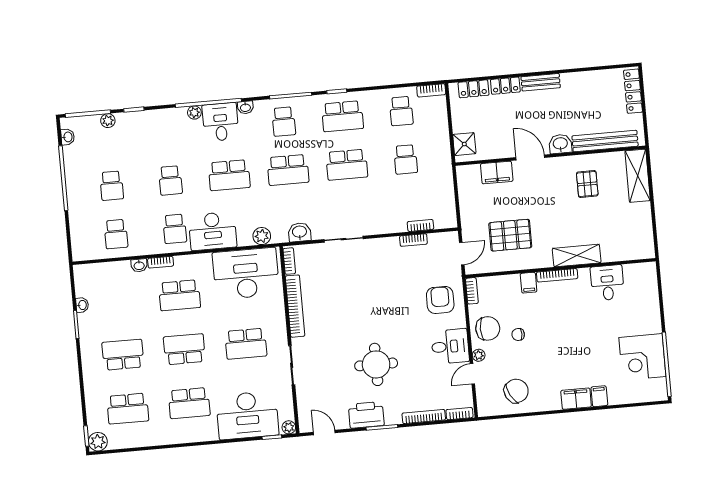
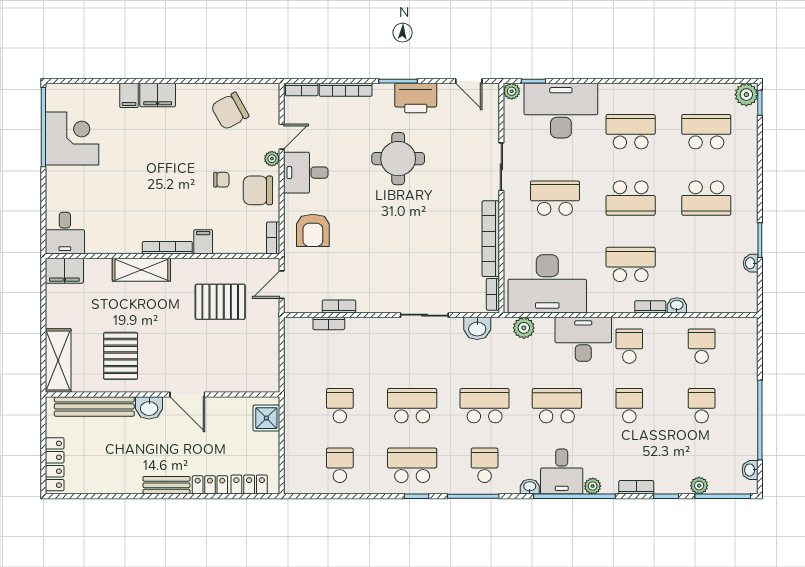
bookcase: (431, 90) -> (636, 487), moved
filing cabinet: (497, 172) -> (64, 271), moved, turned 180
pallet: (587, 184) -> (121, 356), width x1.50, depth x1.42
desk: (607, 283) -> (65, 233), moved

